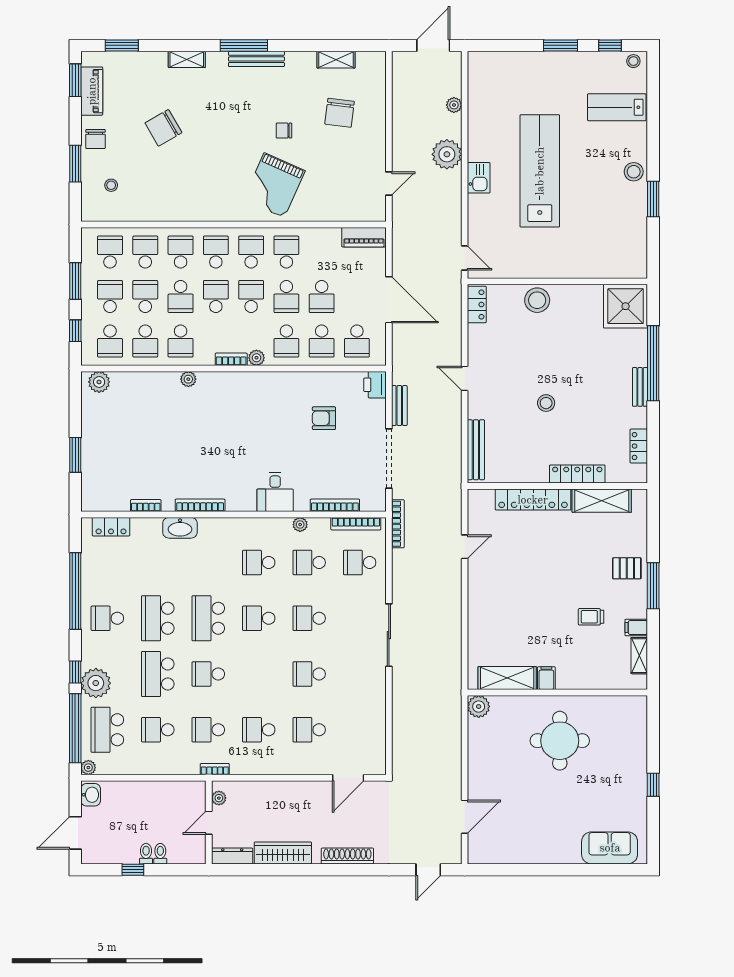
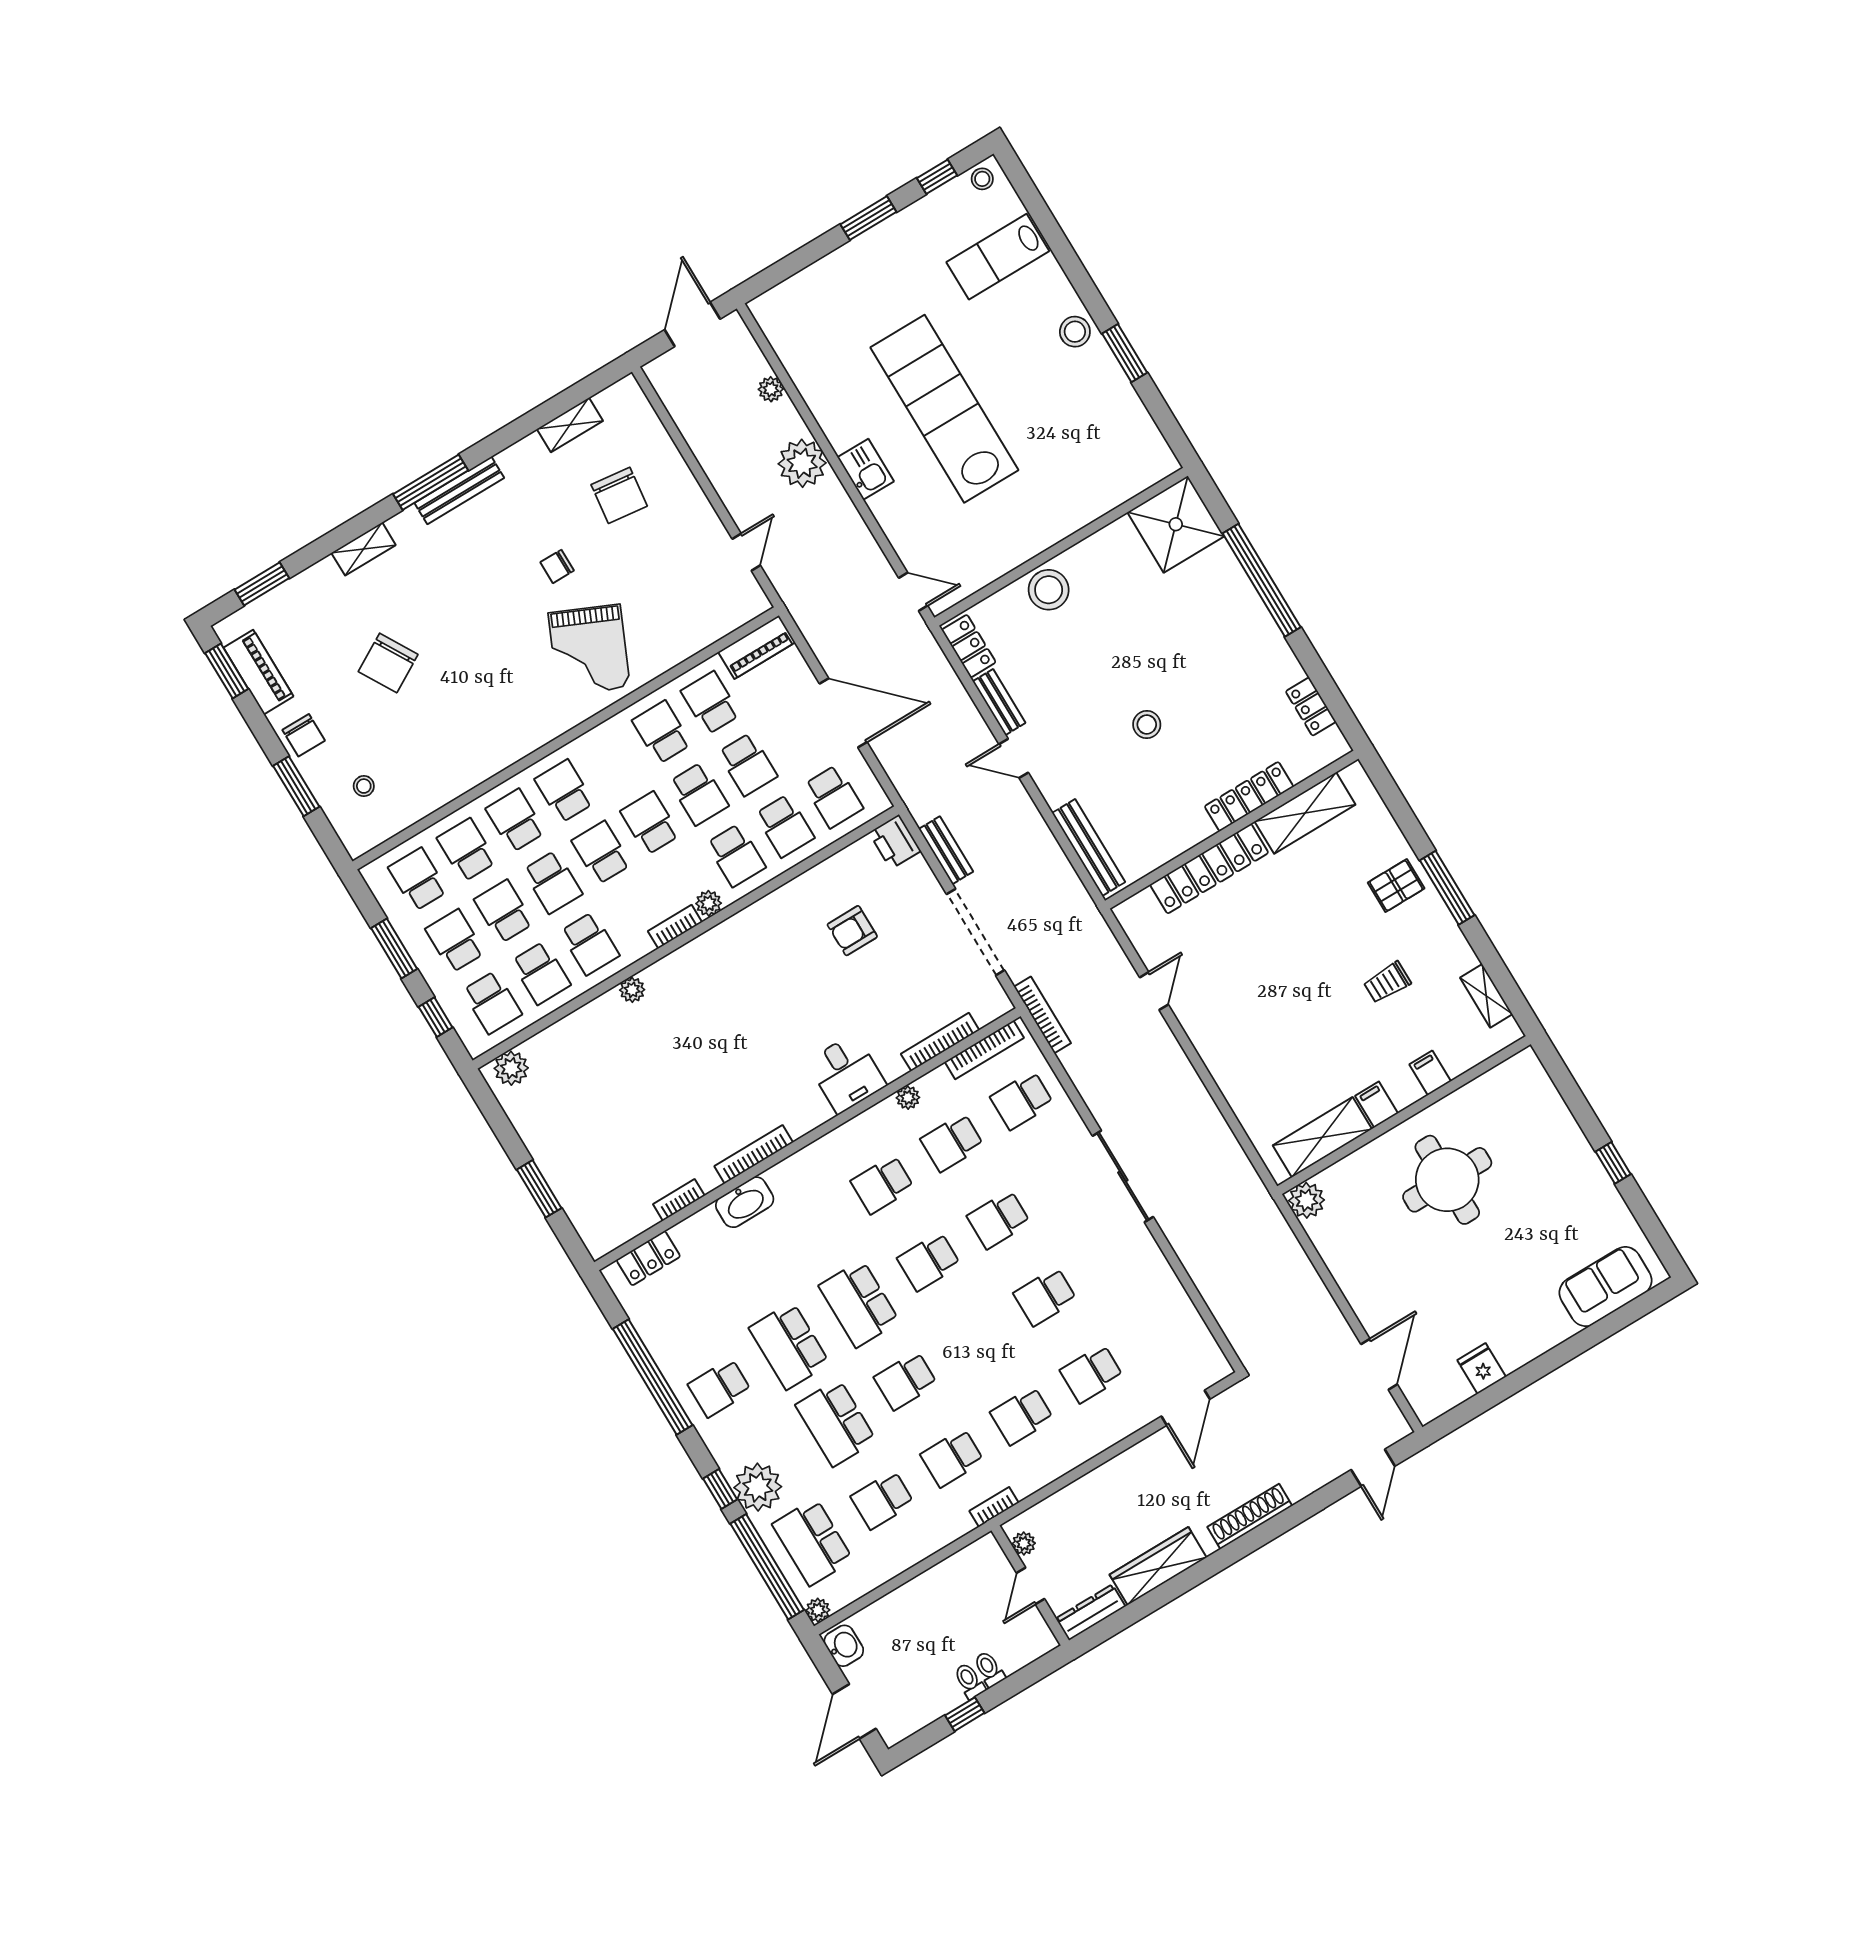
school desk: (251, 252) -> (711, 703), moved
bench: (640, 387) -> (999, 702), moved
filing cabinet: (636, 628) -> (1430, 1073), moved, turned 90
fridge: (518, 852) -> (1482, 1368), added

